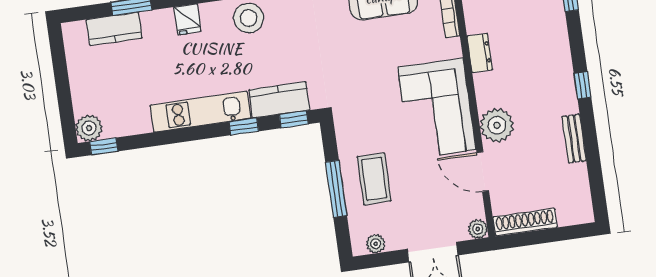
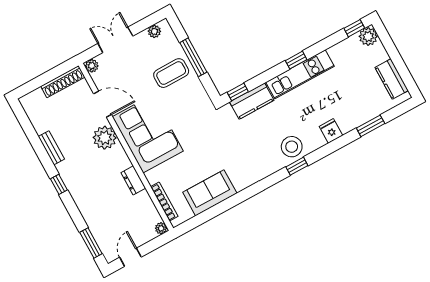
kitchen counter: (114, 29) -> (392, 79), moved, turned -90
window: (244, 126) -> (296, 60), moved
coffee table: (374, 179) -> (171, 73), turned 90

